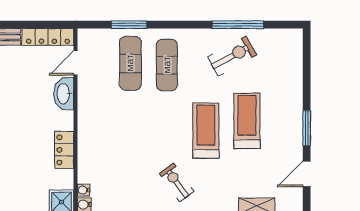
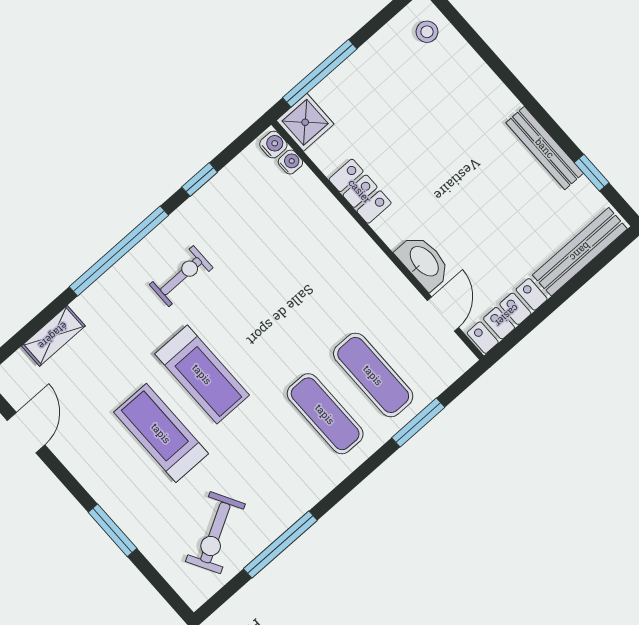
exercise bike: (232, 56) -> (215, 533), moved
treadmill: (247, 121) -> (161, 433), turned 180
window: (307, 128) -> (113, 530), moved
exercise bike: (177, 182) -> (181, 276), turned -54

